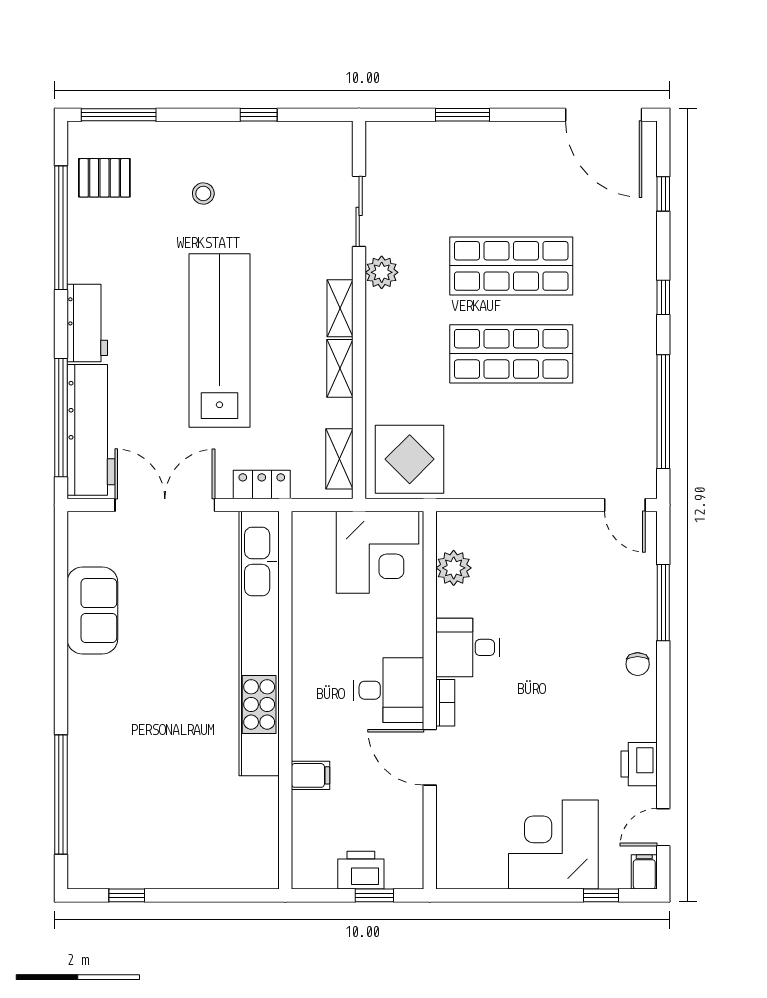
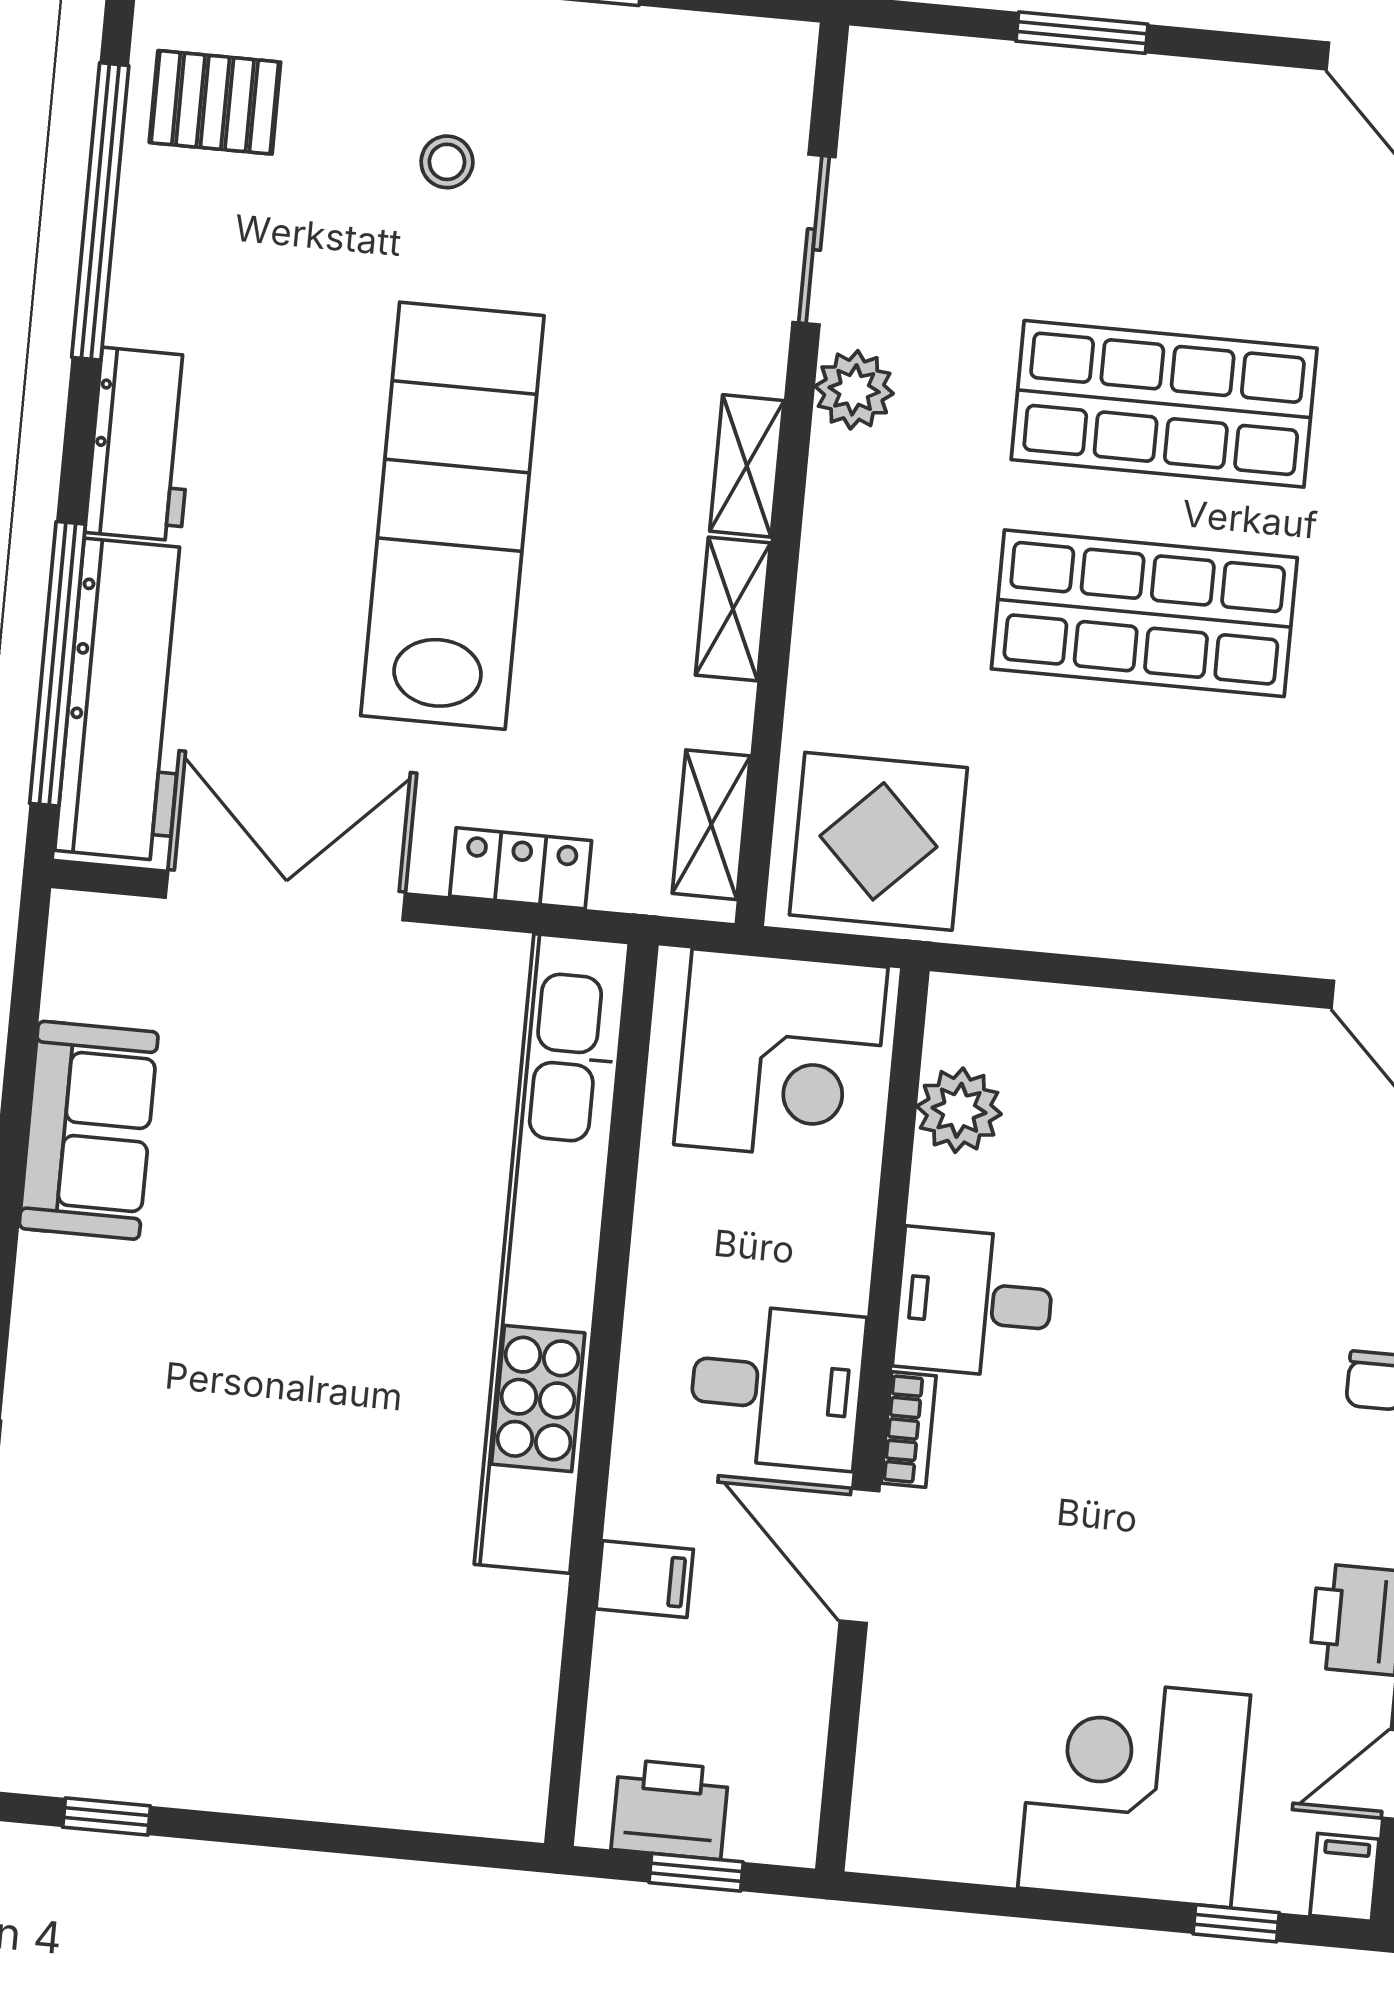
kitchen unit: (259, 644) -> (552, 1253), moved
wall: (285, 700) -> (601, 1394), moved
filing cabinet: (311, 775) -> (645, 1579), moved

